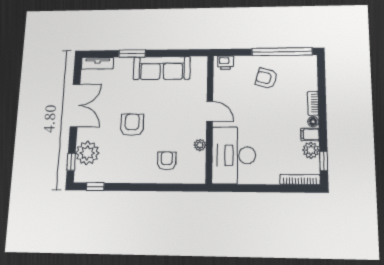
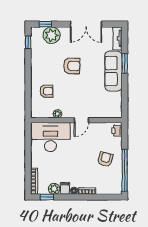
sofa: (162, 68) -> (113, 71), moved

